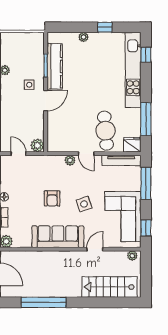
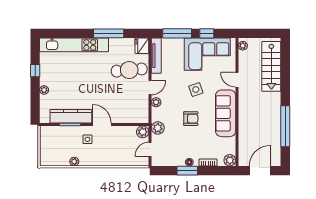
window: (146, 55) -> (60, 33), removed
window: (146, 119) -> (109, 33), moved
plant: (42, 162) -> (158, 128), added
window: (146, 228) -> (207, 33), moved

